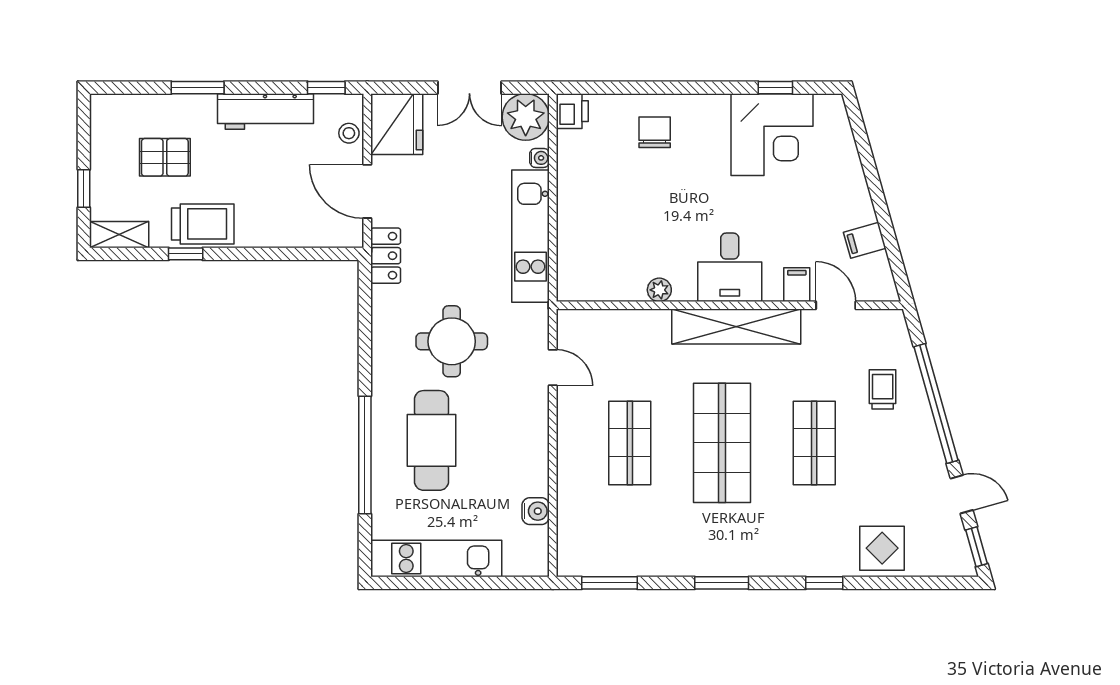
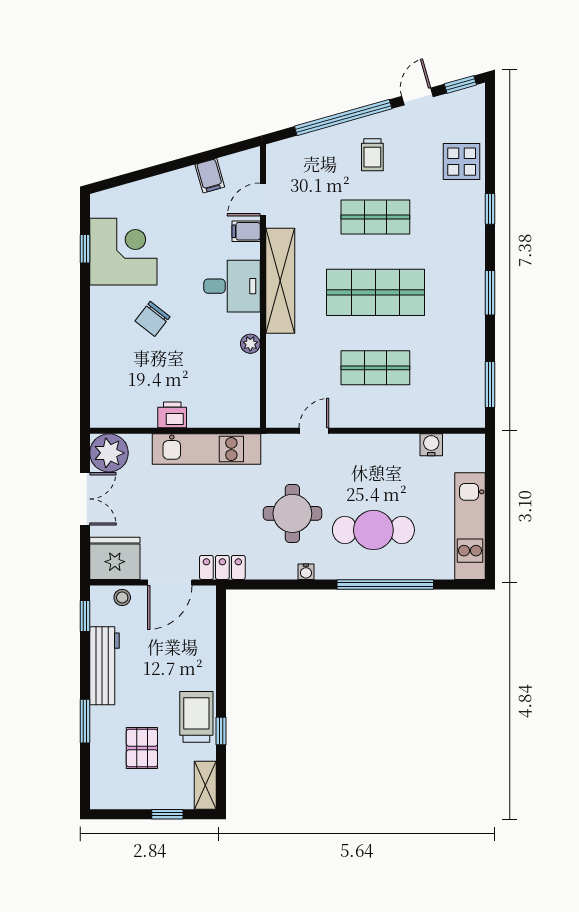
printer: (572, 111) -> (172, 415), moved
chair: (655, 132) -> (153, 319), moved, turned -52
water cooler: (540, 158) -> (306, 572), moved, turned 180
trolley: (883, 389) -> (372, 155), moved, turned -90

